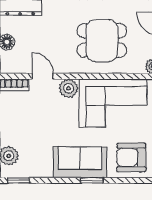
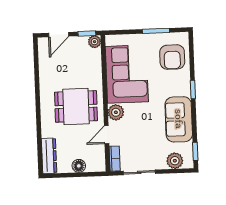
dining table: (102, 40) -> (76, 106), moved, turned 90
sofa: (80, 162) -> (179, 119), moved

